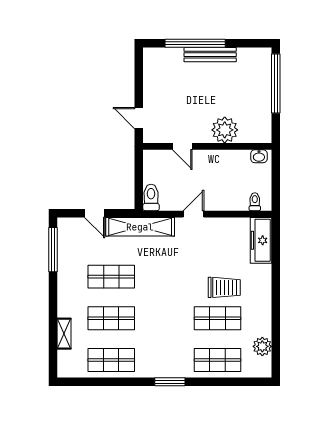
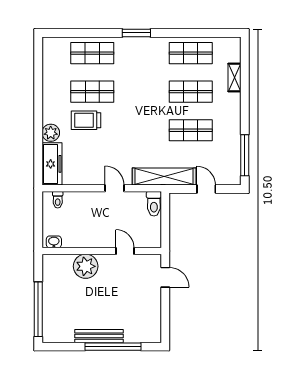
door: (193, 214) -> (115, 188), swing flipped
plant: (262, 346) -> (51, 133), moved

